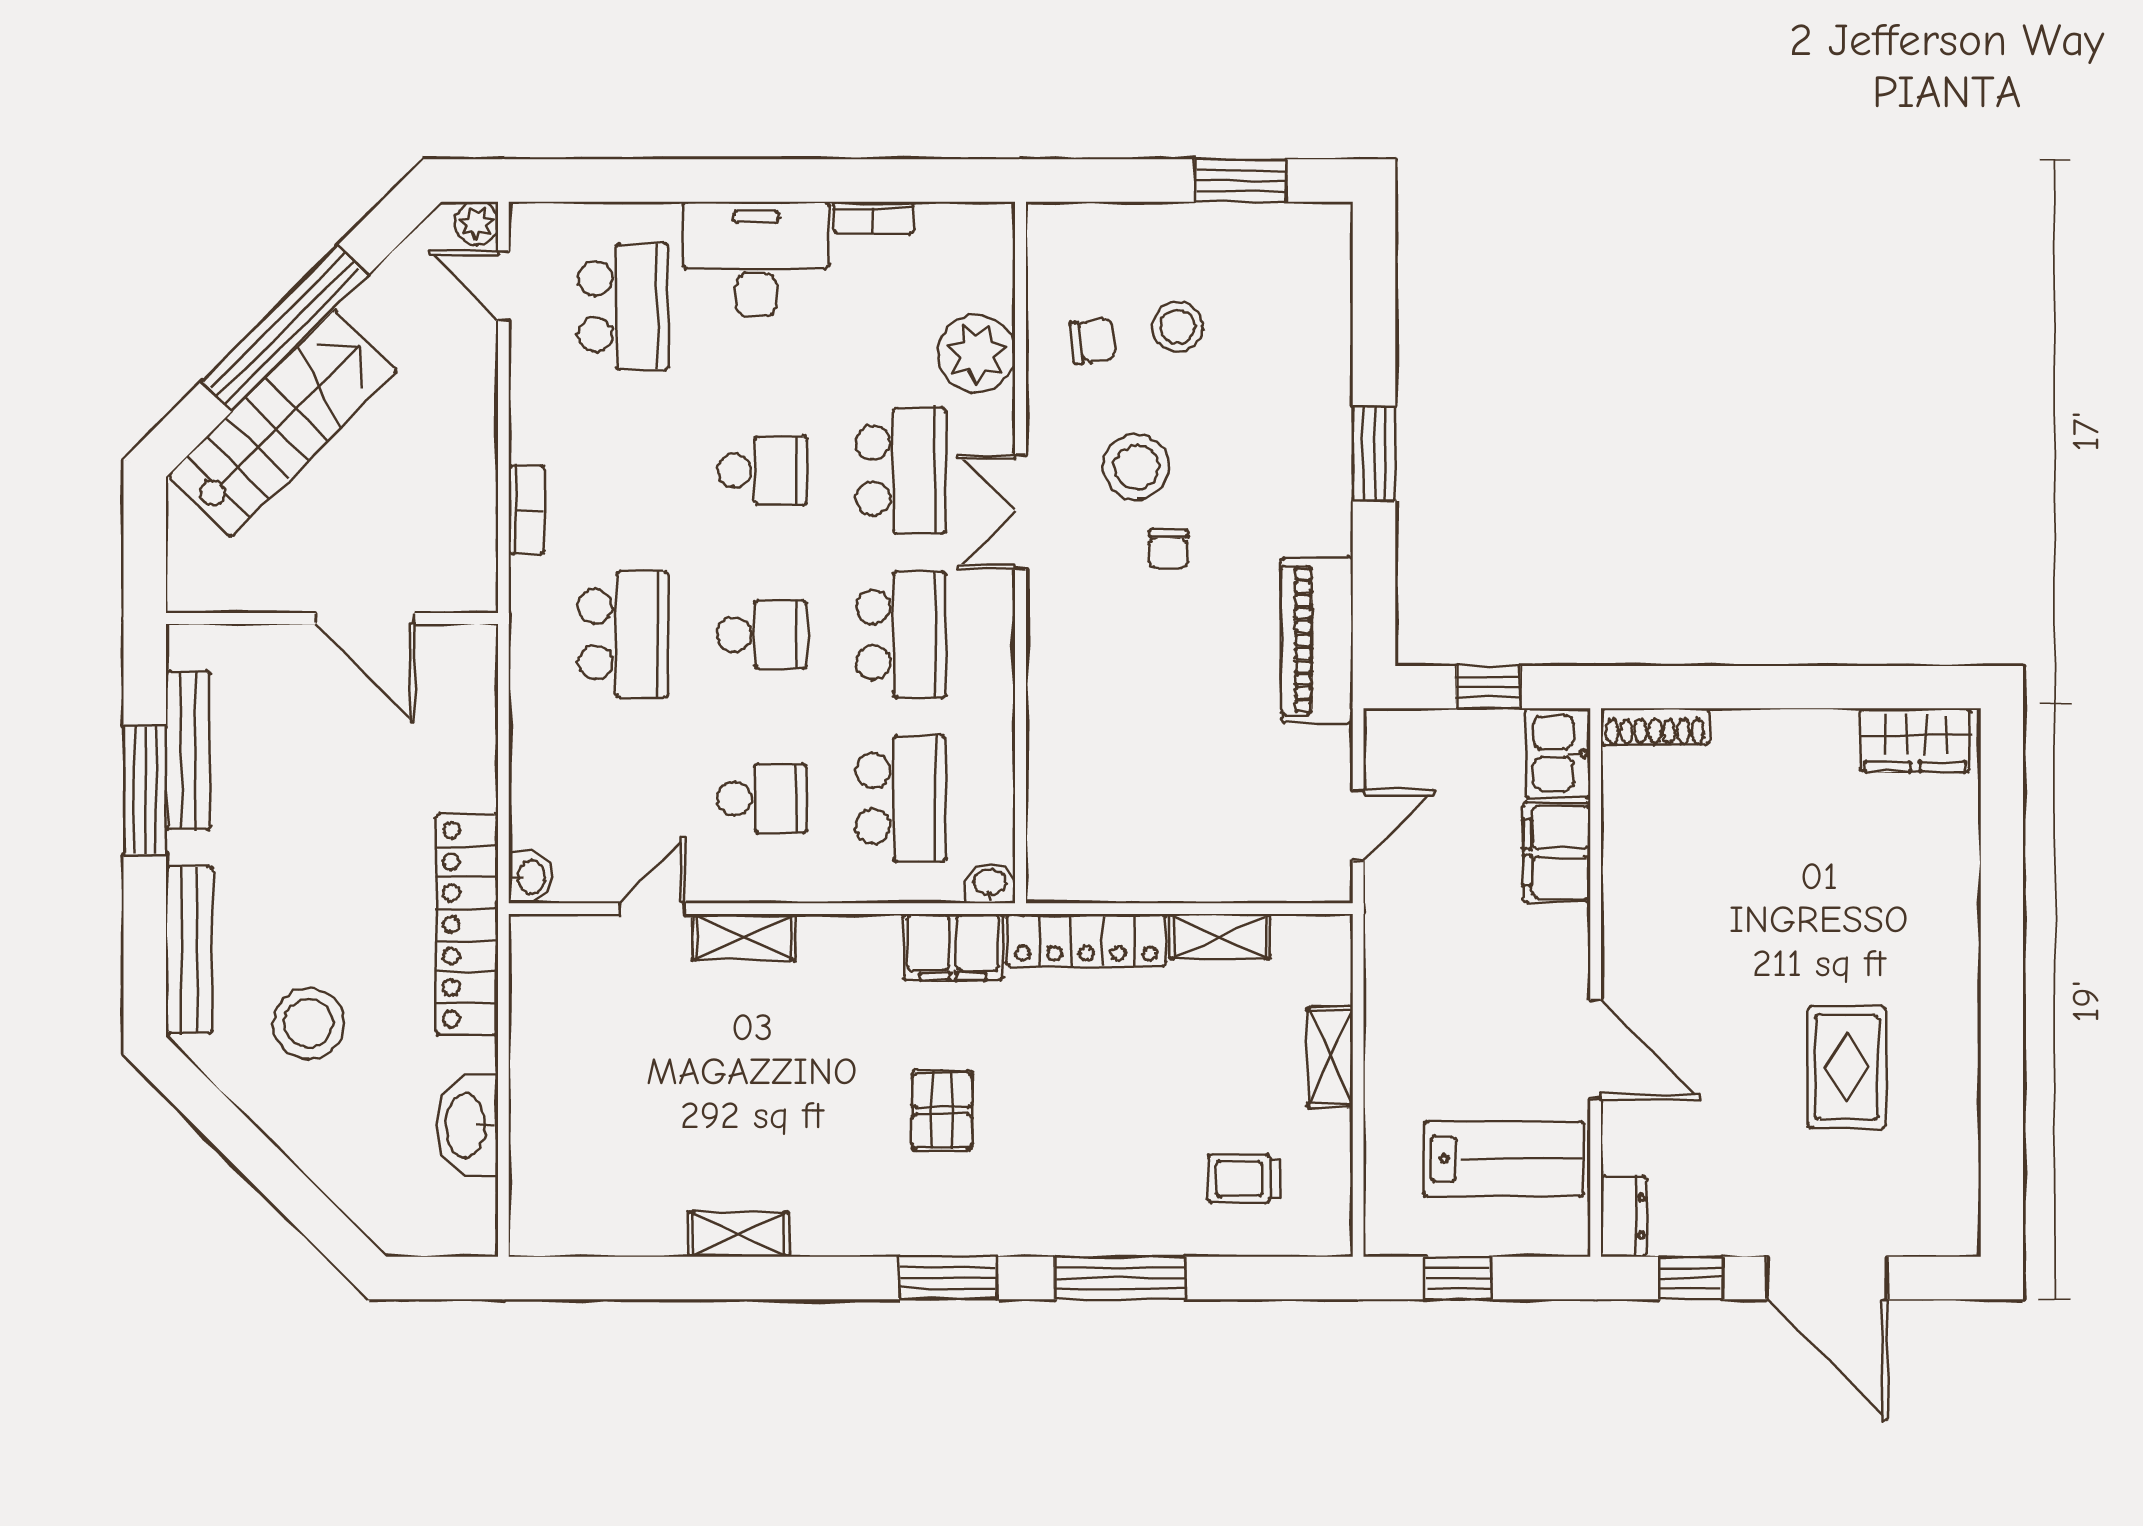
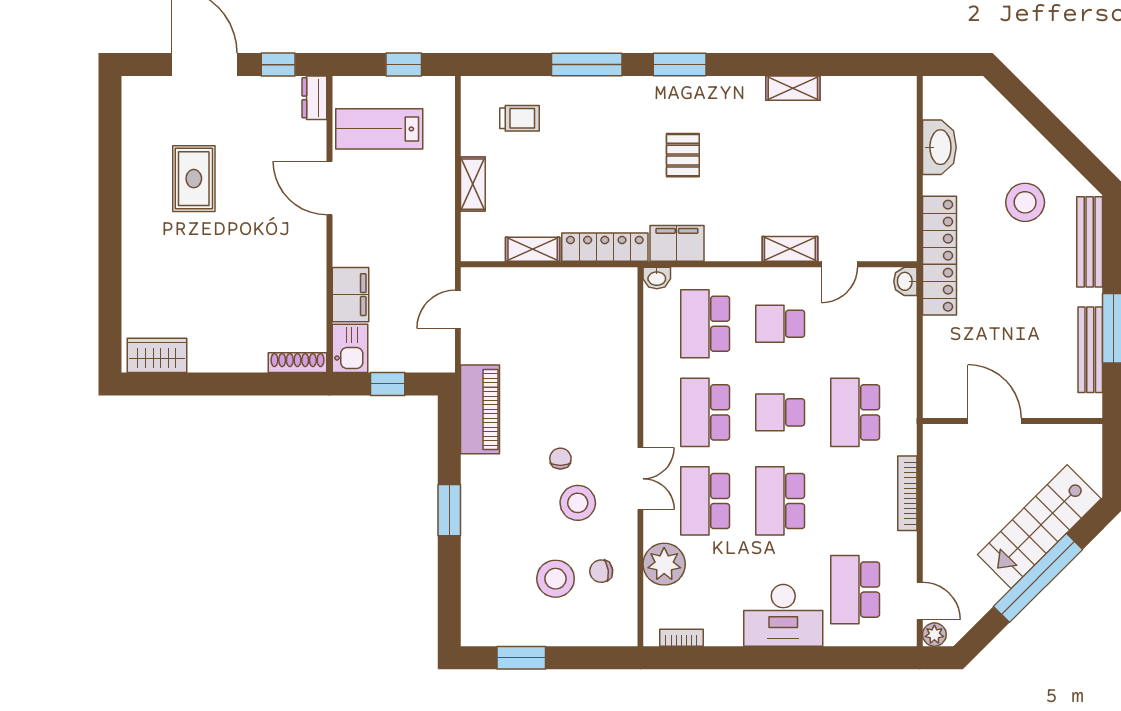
bookcase: (873, 218) -> (681, 638), moved
stool: (1178, 327) -> (556, 579), width x1.38, depth x1.38
school desk: (762, 471) -> (780, 501), width x1.85
bookcase: (526, 510) -> (907, 493), width x1.56

